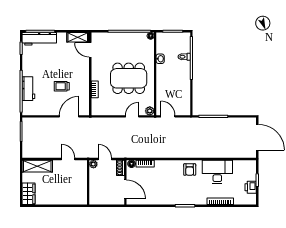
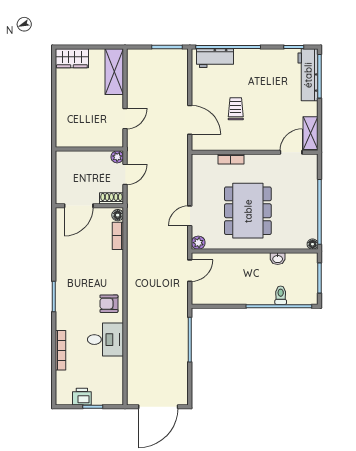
workbench: (28, 89) -> (215, 58), moved
door: (132, 116) -> (190, 216), swing flipped
desk: (217, 172) -> (105, 340), width x0.73

